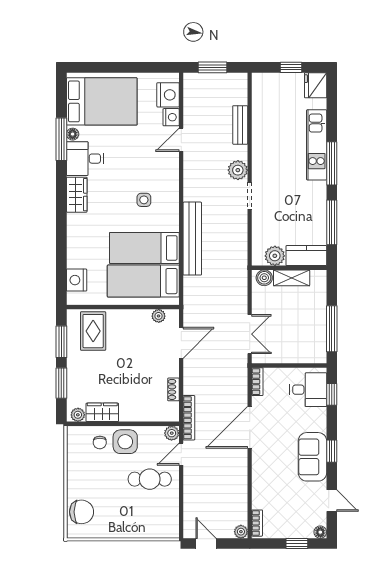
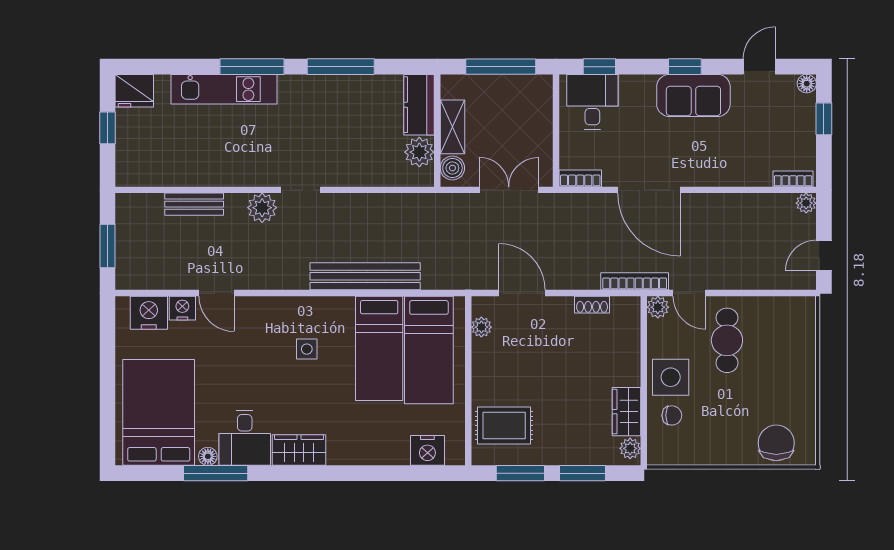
plant: (275, 256) -> (419, 152), moved
kitchen counter: (306, 256) -> (419, 105), moved
wall: (289, 268) -> (437, 131), moved
boiler: (264, 278) -> (452, 168), moved
shelving: (292, 278) -> (453, 127), moved

